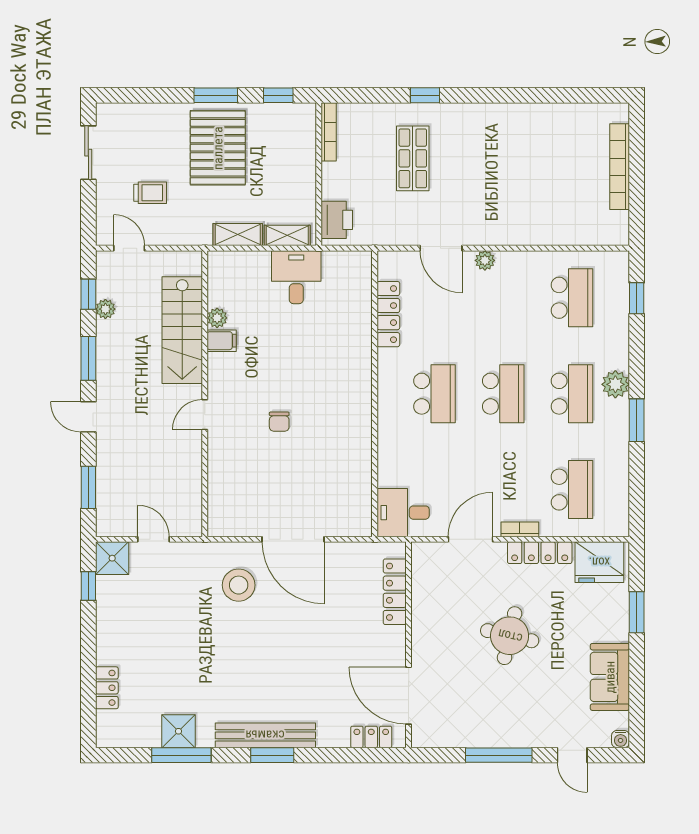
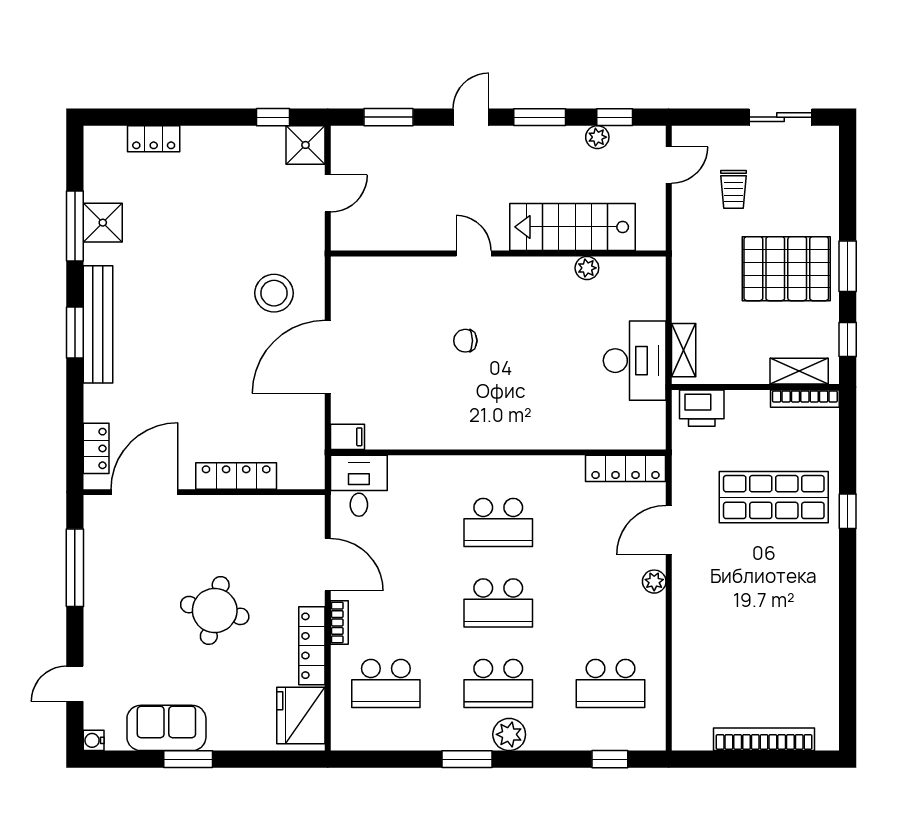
shop shelf: (413, 158) -> (774, 497), width x1.43, depth x1.36
shelving: (238, 235) -> (799, 371), moved, turned 90
desk: (296, 277) -> (635, 361), width x1.37
locker: (388, 314) -> (625, 468), moved
filing cabinet: (222, 341) -> (347, 437), moved, turned -90
locker: (395, 592) -> (236, 476), moved
window: (637, 612) -> (188, 759), moved
window: (499, 755) -> (75, 568), moved

